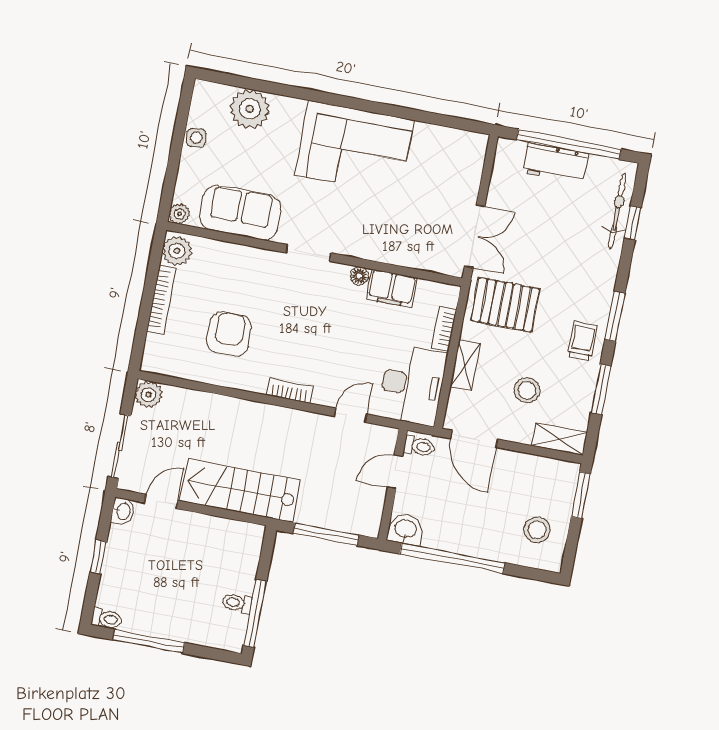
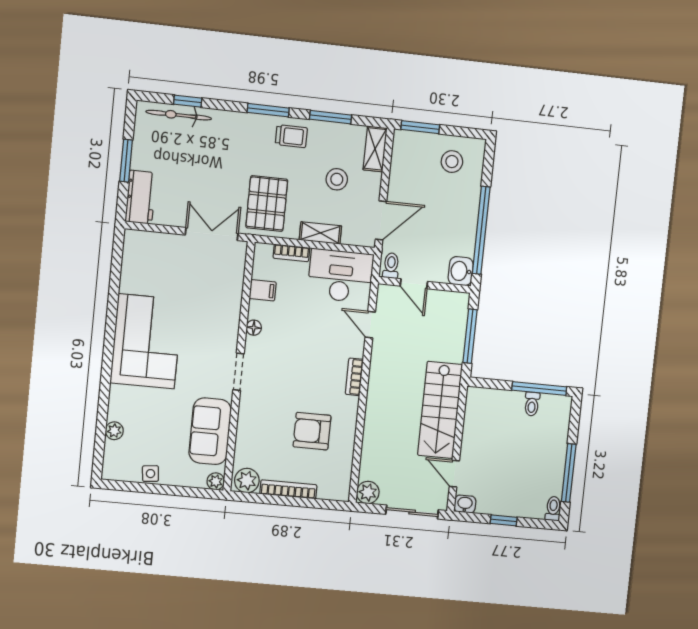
plant: (250, 109) -> (114, 431), width x0.53, depth x0.53
window: (569, 144) -> (126, 161), width x0.47
workbench: (555, 163) -> (141, 197), moved
filing cabinet: (392, 288) -> (263, 290), width x0.50
trolley: (582, 341) -> (291, 136), turned 180

